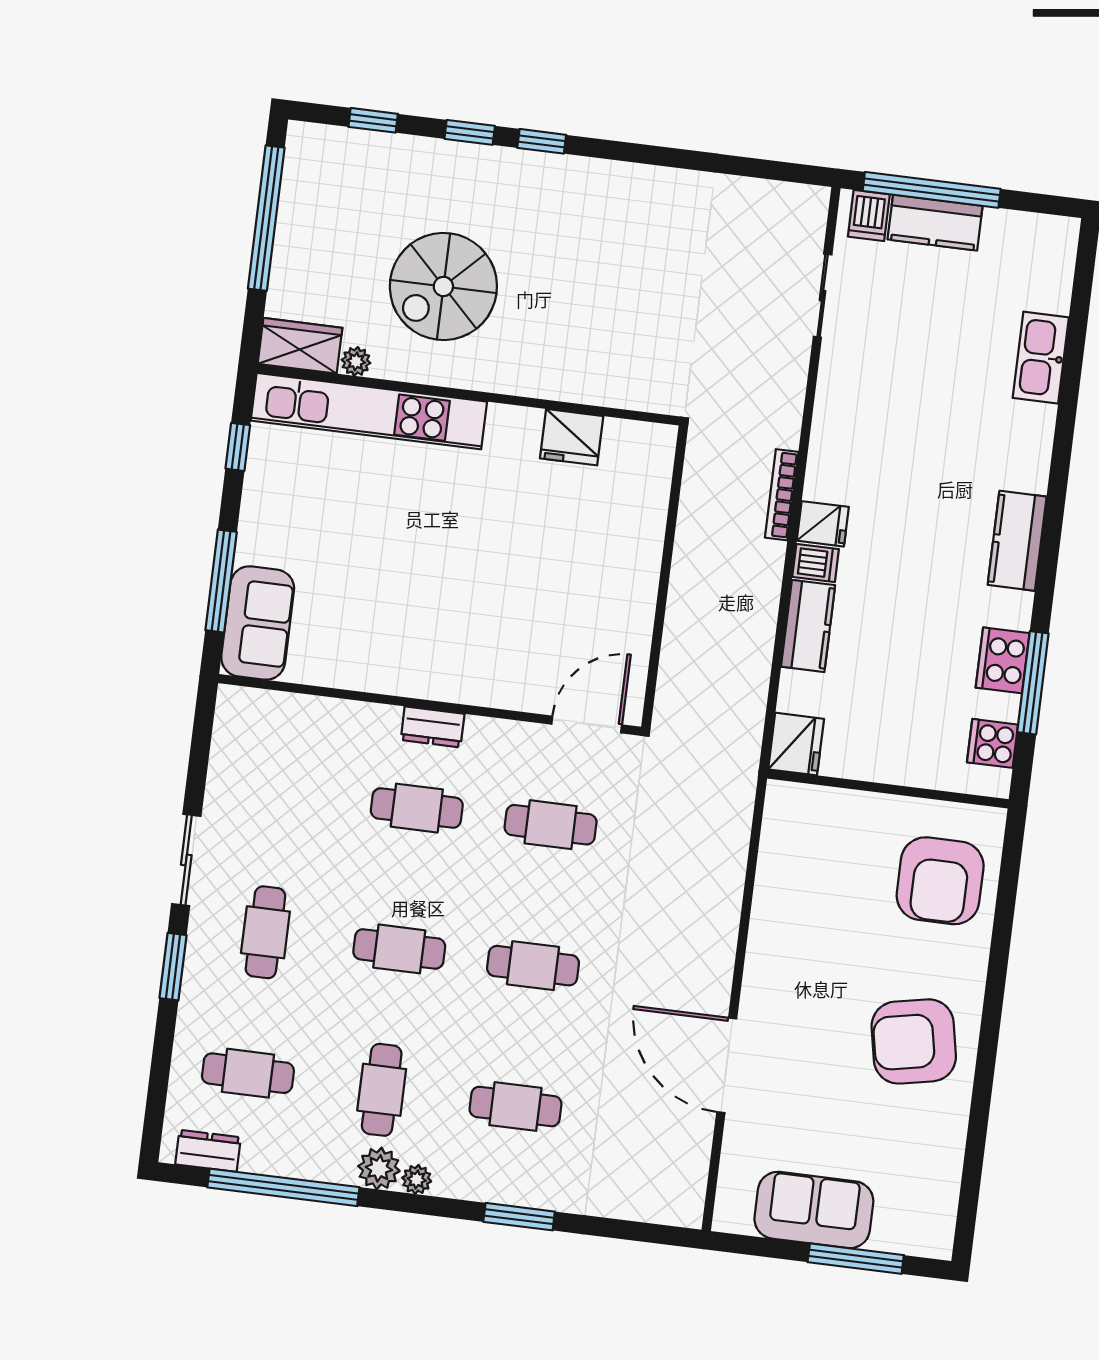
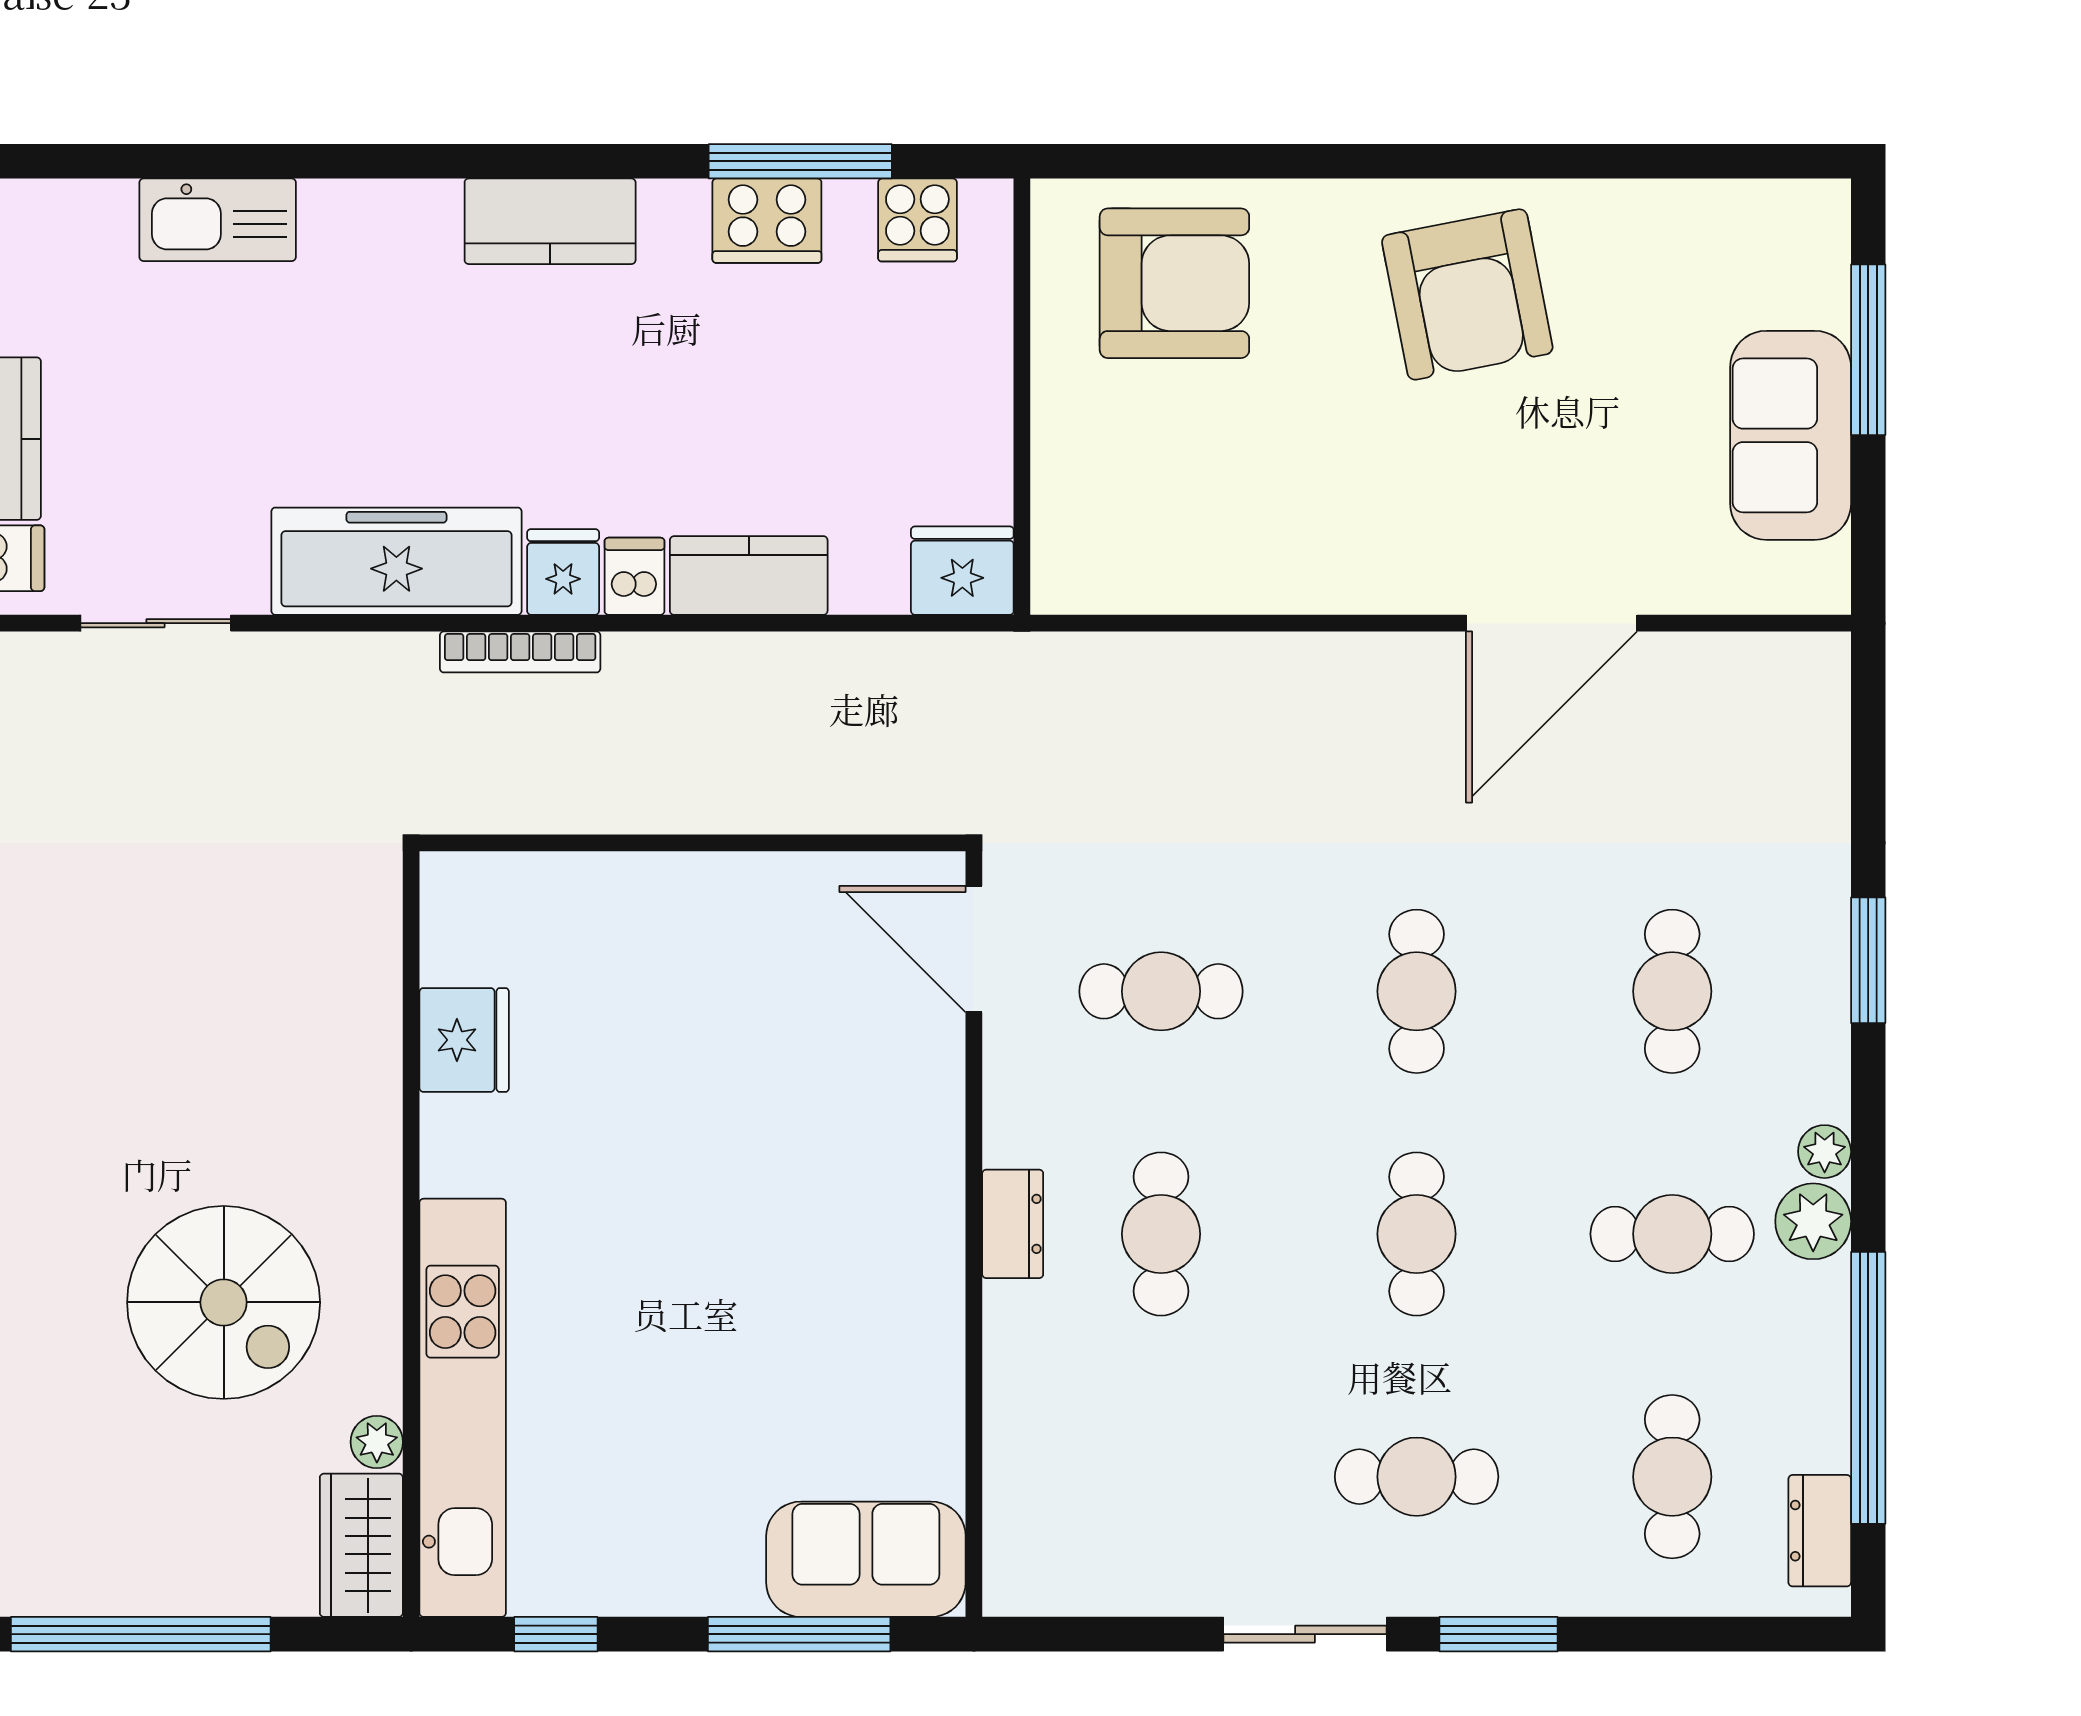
freezer: (840, 433) -> (396, 561), added
cafe table: (551, 825) -> (1161, 991), turned 90

